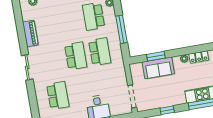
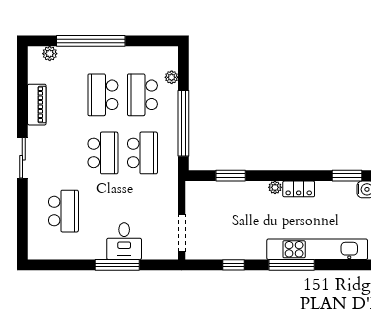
school desk: (70, 21) -> (103, 95), added
window: (122, 29) -> (183, 123), width x1.46
sofa: (158, 68) -> (231, 195), removed

